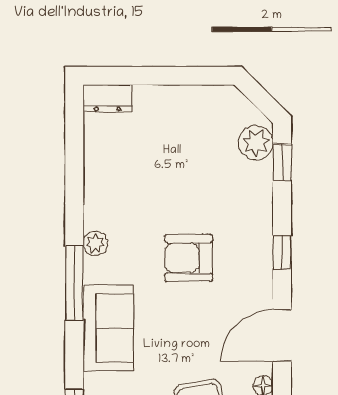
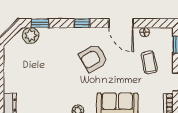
armchair: (189, 258) -> (93, 58), moved, turned 60

